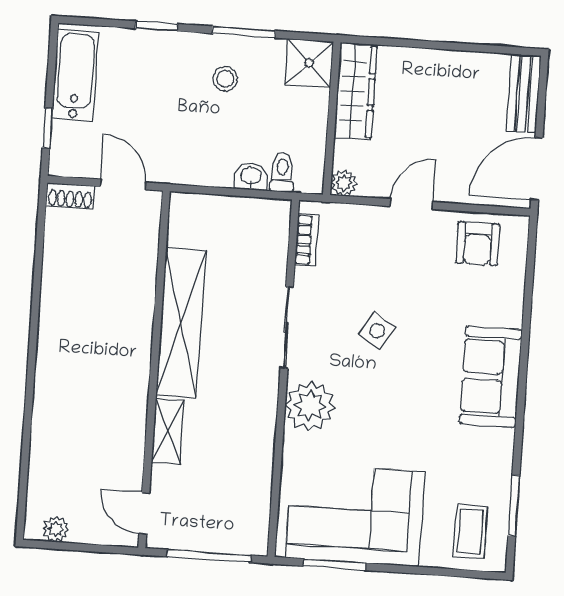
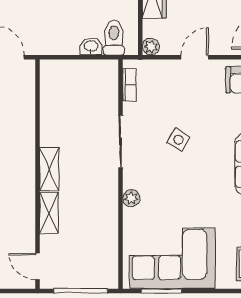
toilet: (282, 172) -> (114, 38), width x1.37, depth x1.39
shelving: (181, 323) -> (49, 169), width x0.45, depth x0.75
plant: (310, 406) -> (131, 198), width x0.53, depth x0.53

